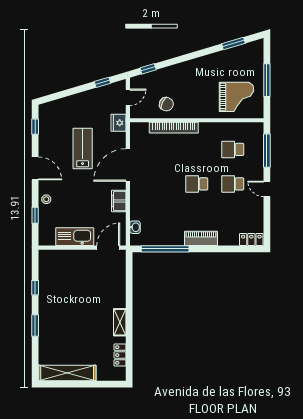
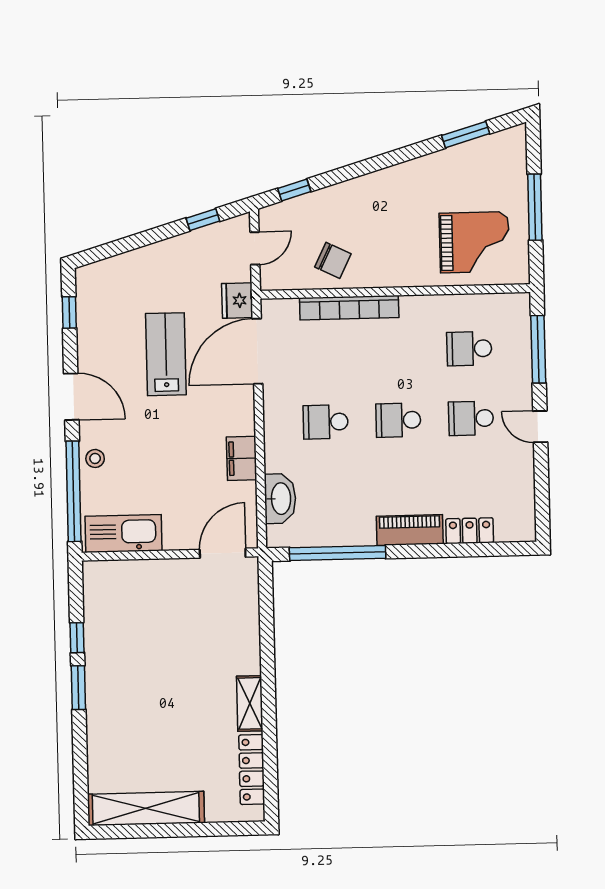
door: (128, 165) -> (257, 351), moved
school desk: (161, 184) -> (326, 422), added
window: (35, 215) -> (74, 491), width x3.17
washbasin: (135, 227) -> (280, 499), width x1.91, depth x1.45
kitchen sink: (75, 237) -> (124, 533), moved
locker: (251, 239) -> (470, 531), moved
window: (35, 325) -> (78, 688), moved
locker: (120, 355) -> (252, 770), width x1.53

